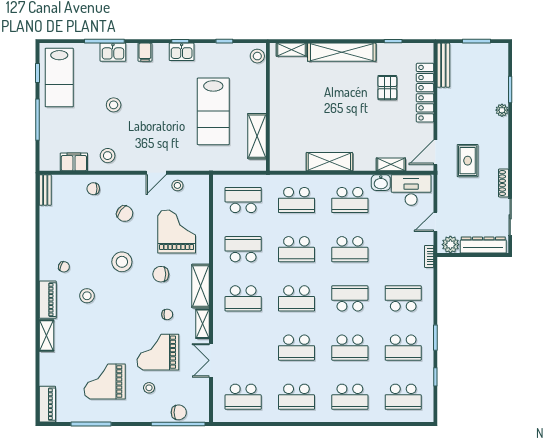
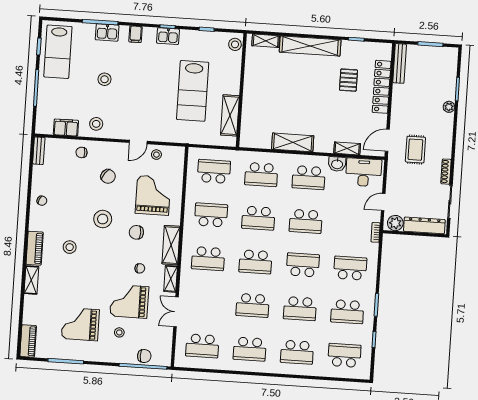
chair: (64, 267) -> (42, 201), moved
school desk: (403, 397) -> (344, 355), turned 180

